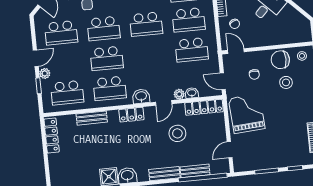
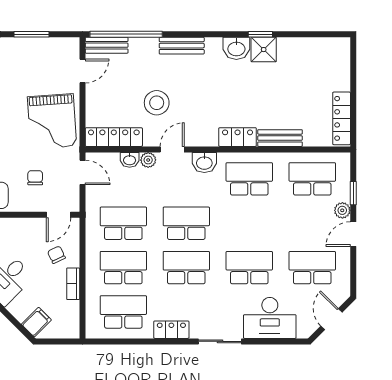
door: (236, 51) -> (59, 215), hinge flipped
school desk: (107, 58) -> (186, 223), moved
locker: (131, 115) -> (238, 137), moved
bench: (195, 171) -> (107, 45), moved

